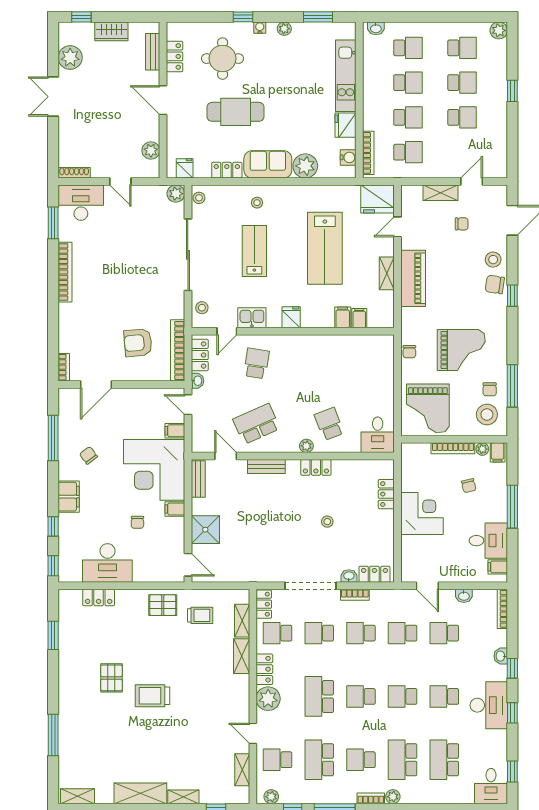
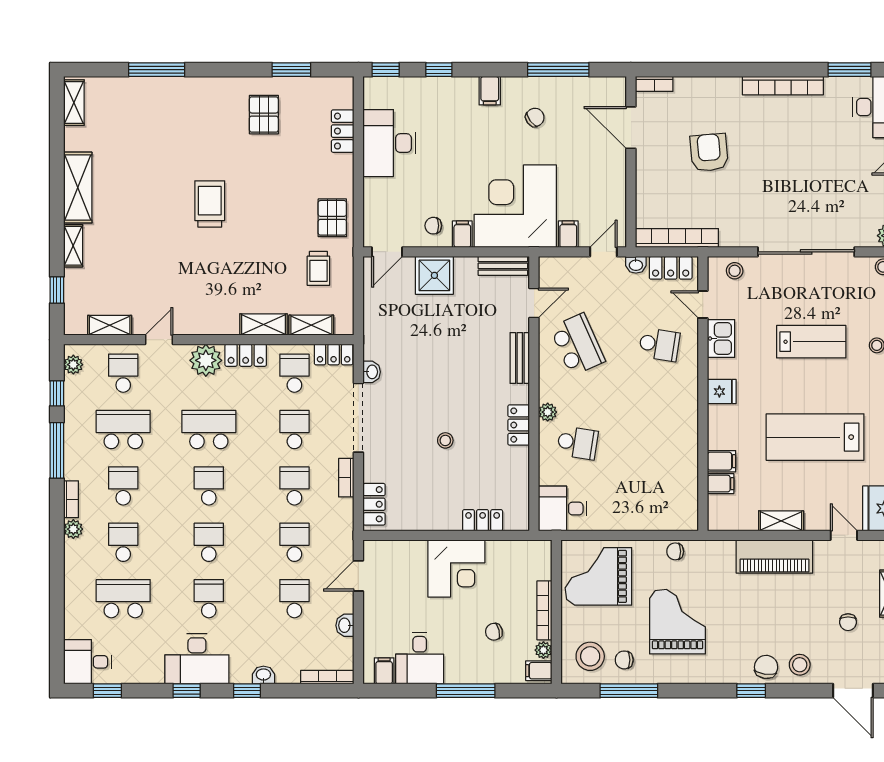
armchair: (138, 343) -> (709, 152), moved
grand piano: (461, 350) -> (677, 622), turned 180
school desk: (329, 424) -> (577, 443), turned 30
filing cabinet: (69, 497) -> (490, 91), width x0.50
chair: (137, 522) -> (433, 226), moved
washbasin: (349, 576) -> (372, 372), moved
pallet: (111, 678) -> (264, 115), moved, turned 90
school desk: (403, 760) -> (123, 542), width x0.54

